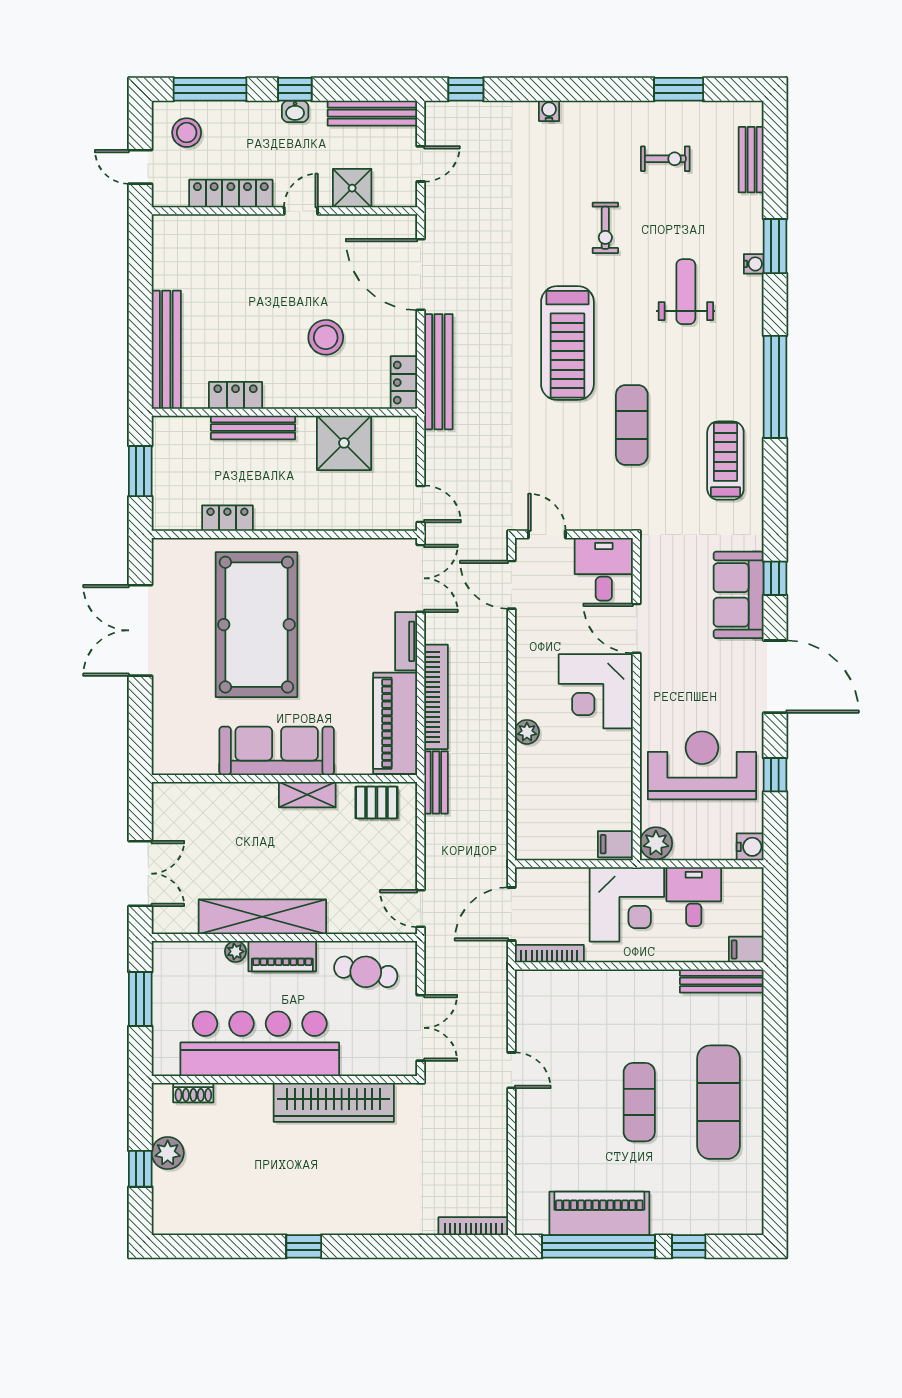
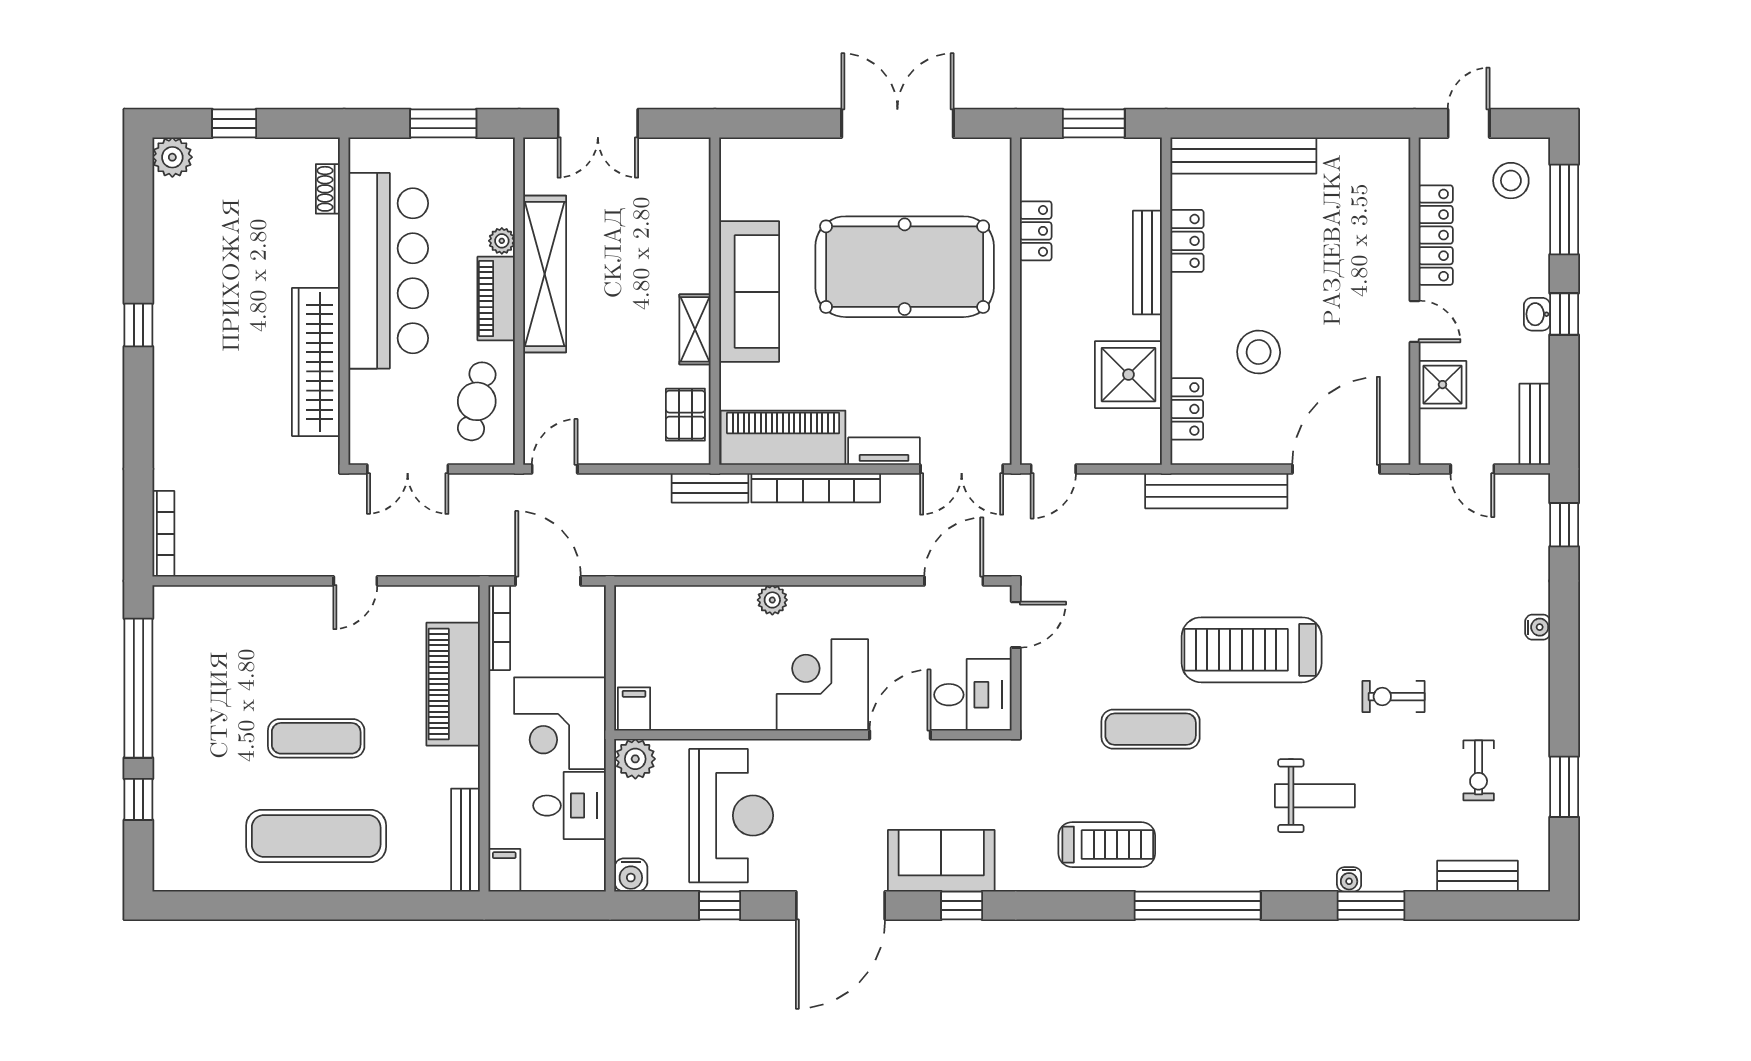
bench: (372, 113) -> (1535, 424), width x0.73
locker: (404, 383) -> (1187, 409), moved, turned 90
plant: (168, 1153) -> (172, 157), moved
piano: (599, 1213) -> (453, 684), moved, turned 180

